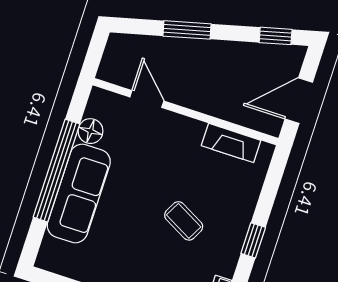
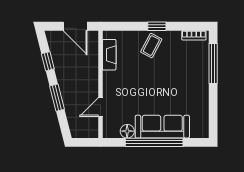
window: (276, 36) -> (48, 61), moved
coffee table: (184, 221) -> (151, 46), moved

